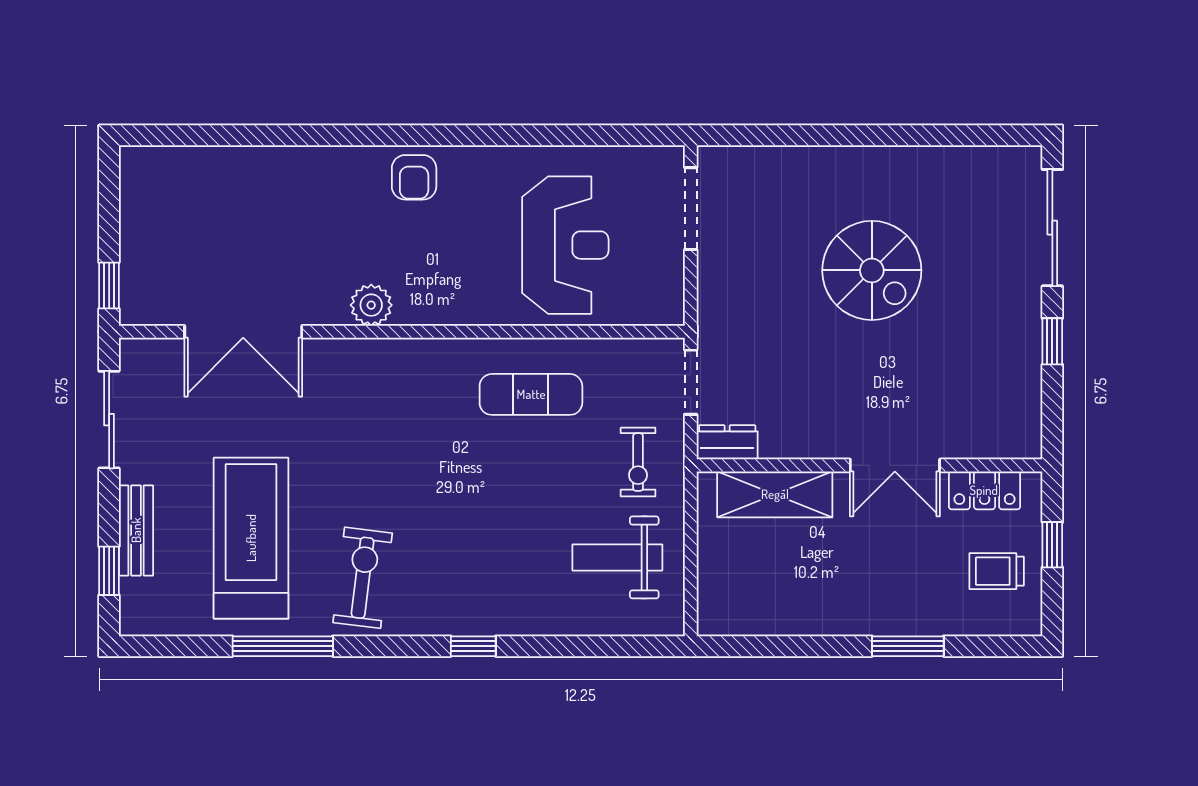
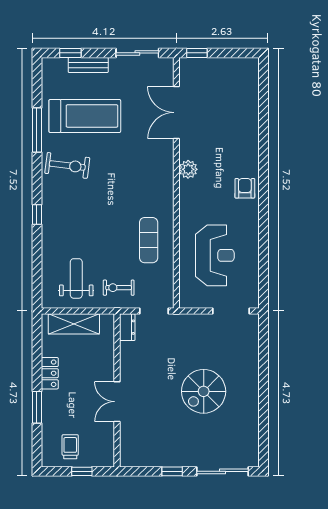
armchair: (414, 177) -> (245, 188), turned 90
reception desk: (565, 245) -> (215, 255), turned -90
locker: (984, 490) -> (50, 373), moved, turned 180
shelving: (775, 494) -> (74, 324), moved, turned 90

